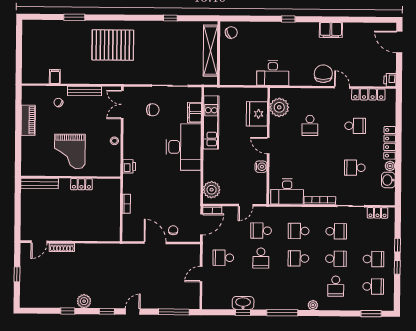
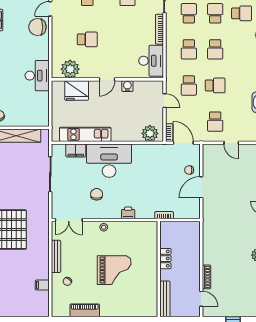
chair: (153, 110) -> (97, 194), moved
wall: (71, 177) -> (159, 269), moved
bench: (40, 183) -> (165, 299), moved
locker: (81, 184) -> (165, 259), moved

